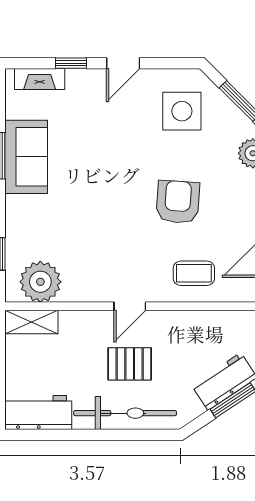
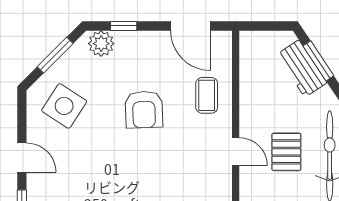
side table: (182, 111) -> (64, 106), turned 33
armchair: (178, 202) -> (144, 109), turned -96

